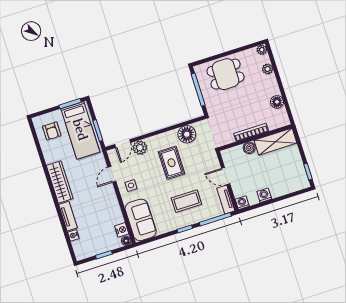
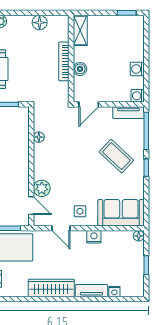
floor lamp: (187, 134) -> (39, 137), width x0.53, depth x0.53
shelving: (275, 142) -> (80, 30), width x0.67, depth x0.75
rug: (171, 163) -> (69, 159), removed
door: (226, 176) -> (89, 104), moved
coffee table: (186, 201) -> (116, 156), turned -47
nightstand: (122, 230) -> (94, 237), moved

